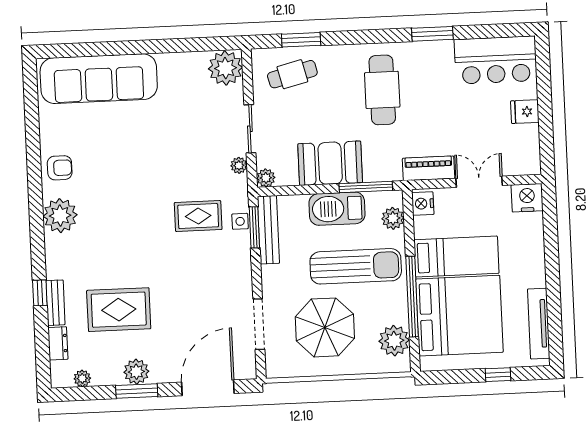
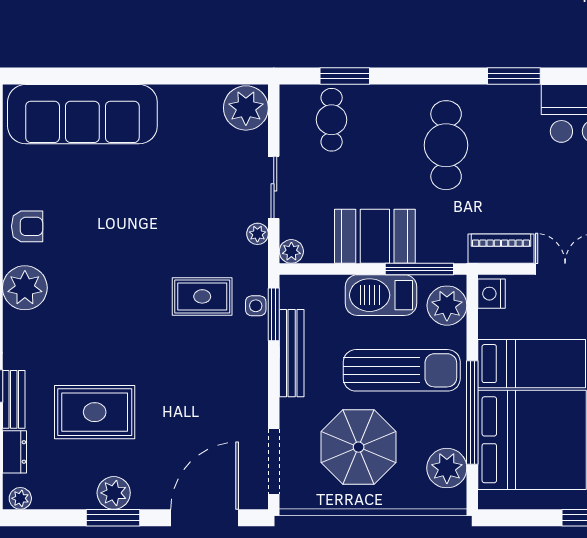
cafe table: (292, 74) -> (332, 120), turned -76
plant: (393, 218) -> (447, 306), width x1.36, depth x1.36
bench: (268, 230) -> (292, 353), moved
doorway: (259, 324) -> (274, 461), moved
plant: (82, 378) -> (20, 498), moved

